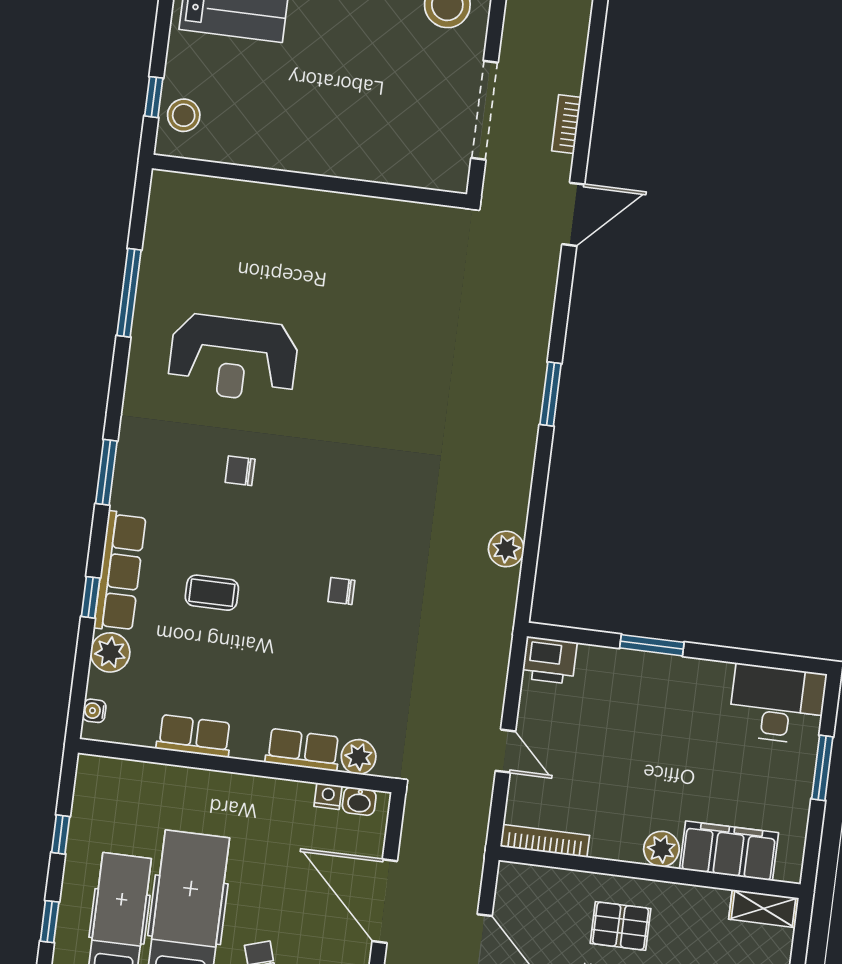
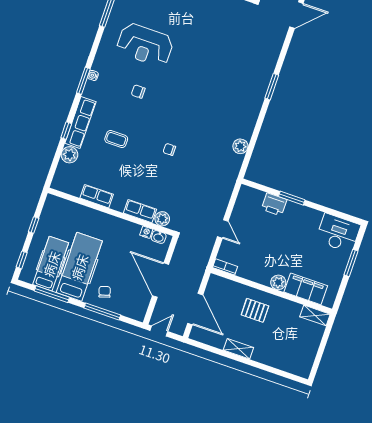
printer: (549, 660) -> (274, 204), moved
water cooler: (94, 711) -> (93, 75), moved
bookcase: (545, 841) -> (225, 267), width x0.64

